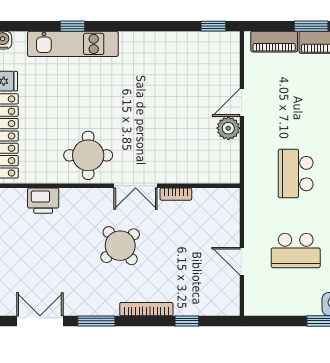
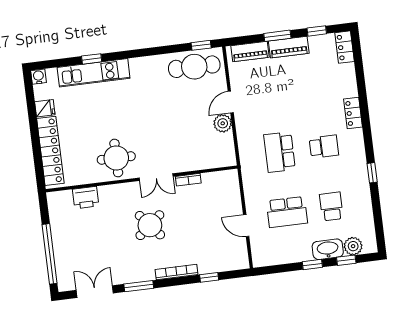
cafe table: (201, 52) -> (194, 67), added

